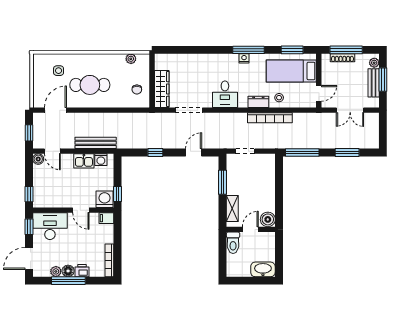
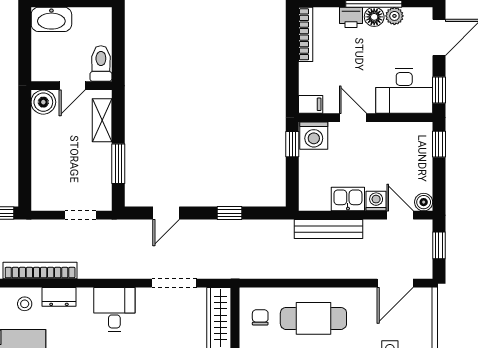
cafe table: (90, 85) -> (313, 318), moved
washing machine: (101, 160) -> (376, 201), moved

